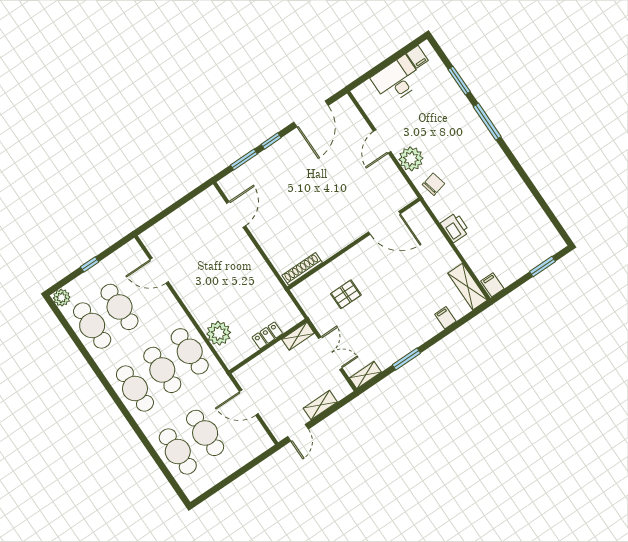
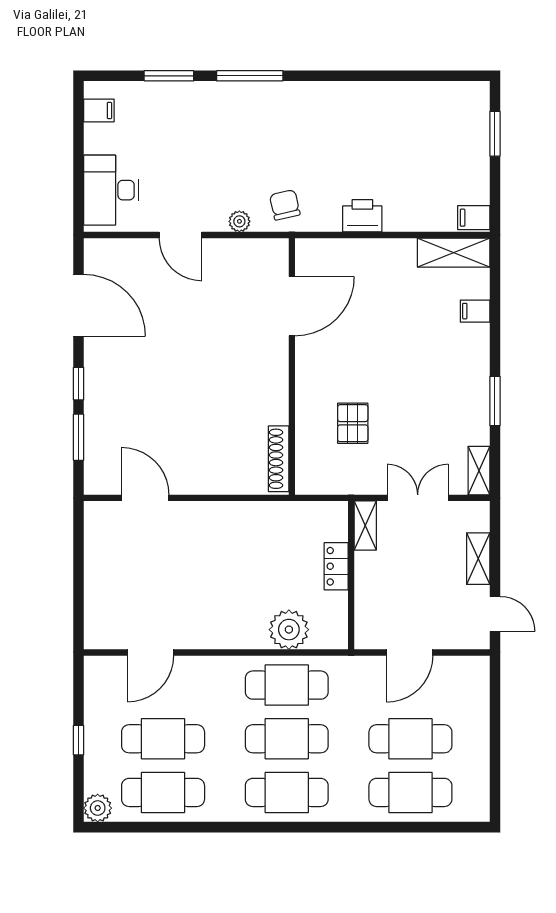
desk: (397, 80) -> (111, 190), moved
plant: (411, 159) -> (239, 221), width x0.53, depth x0.53

